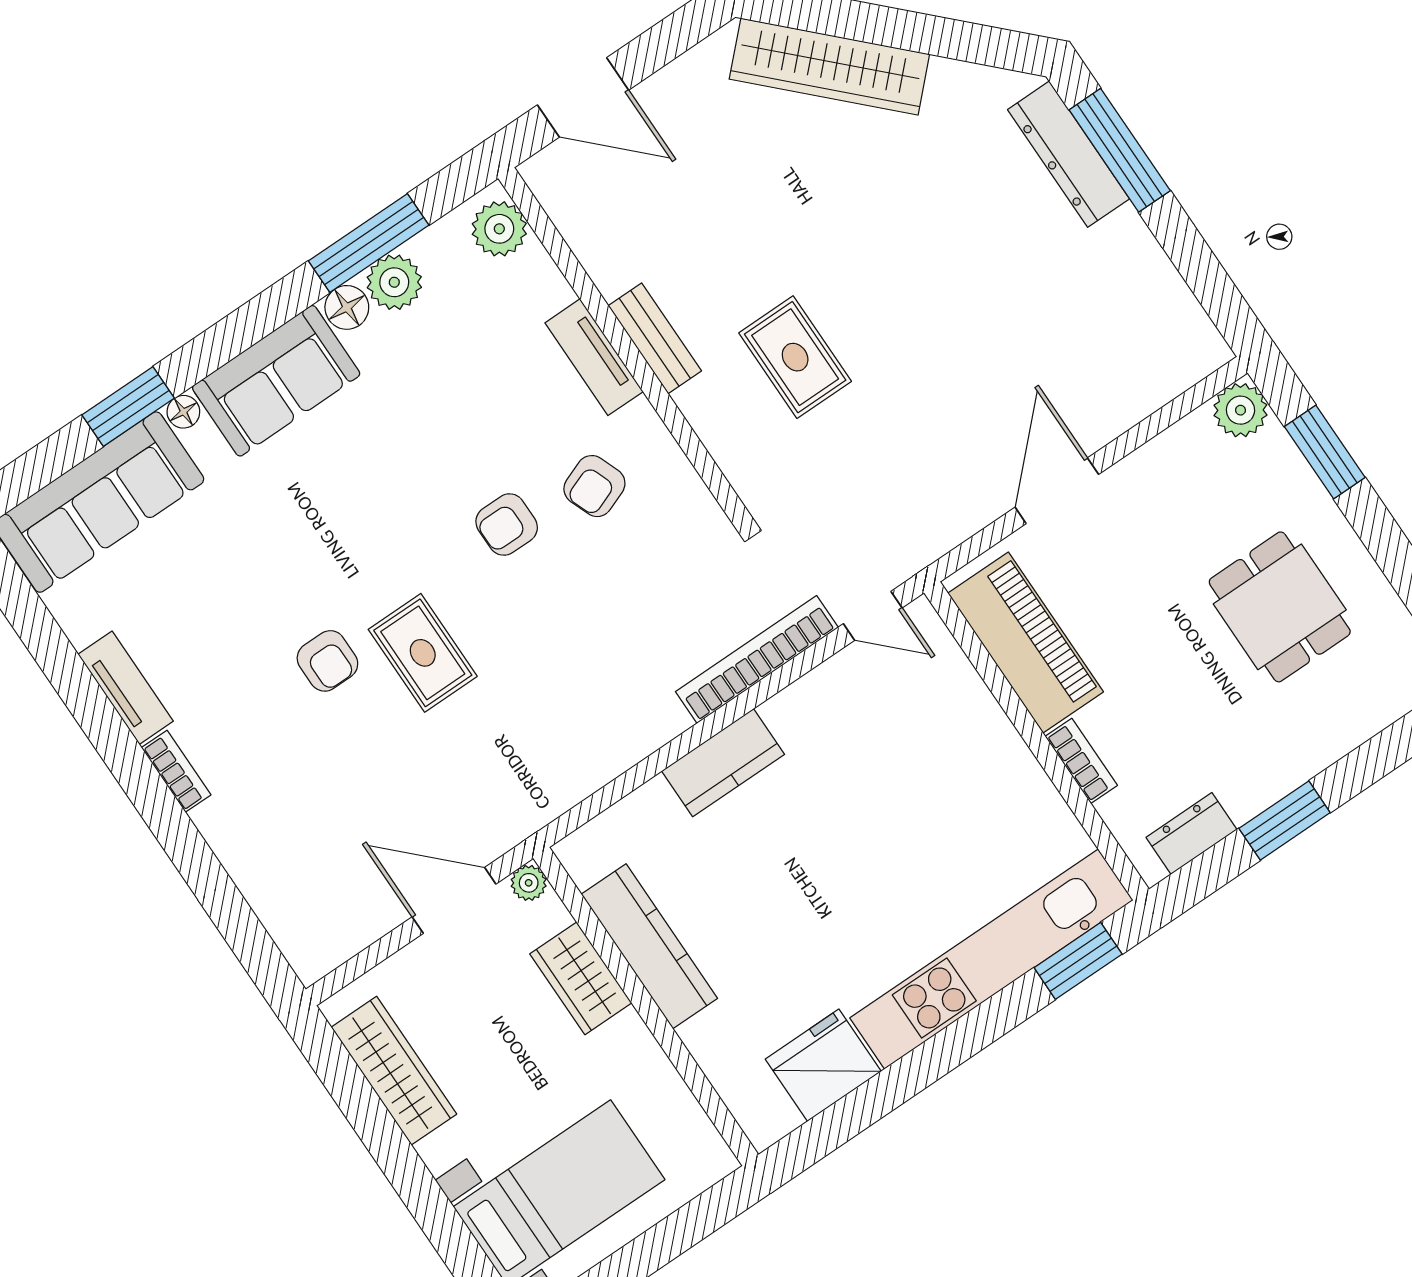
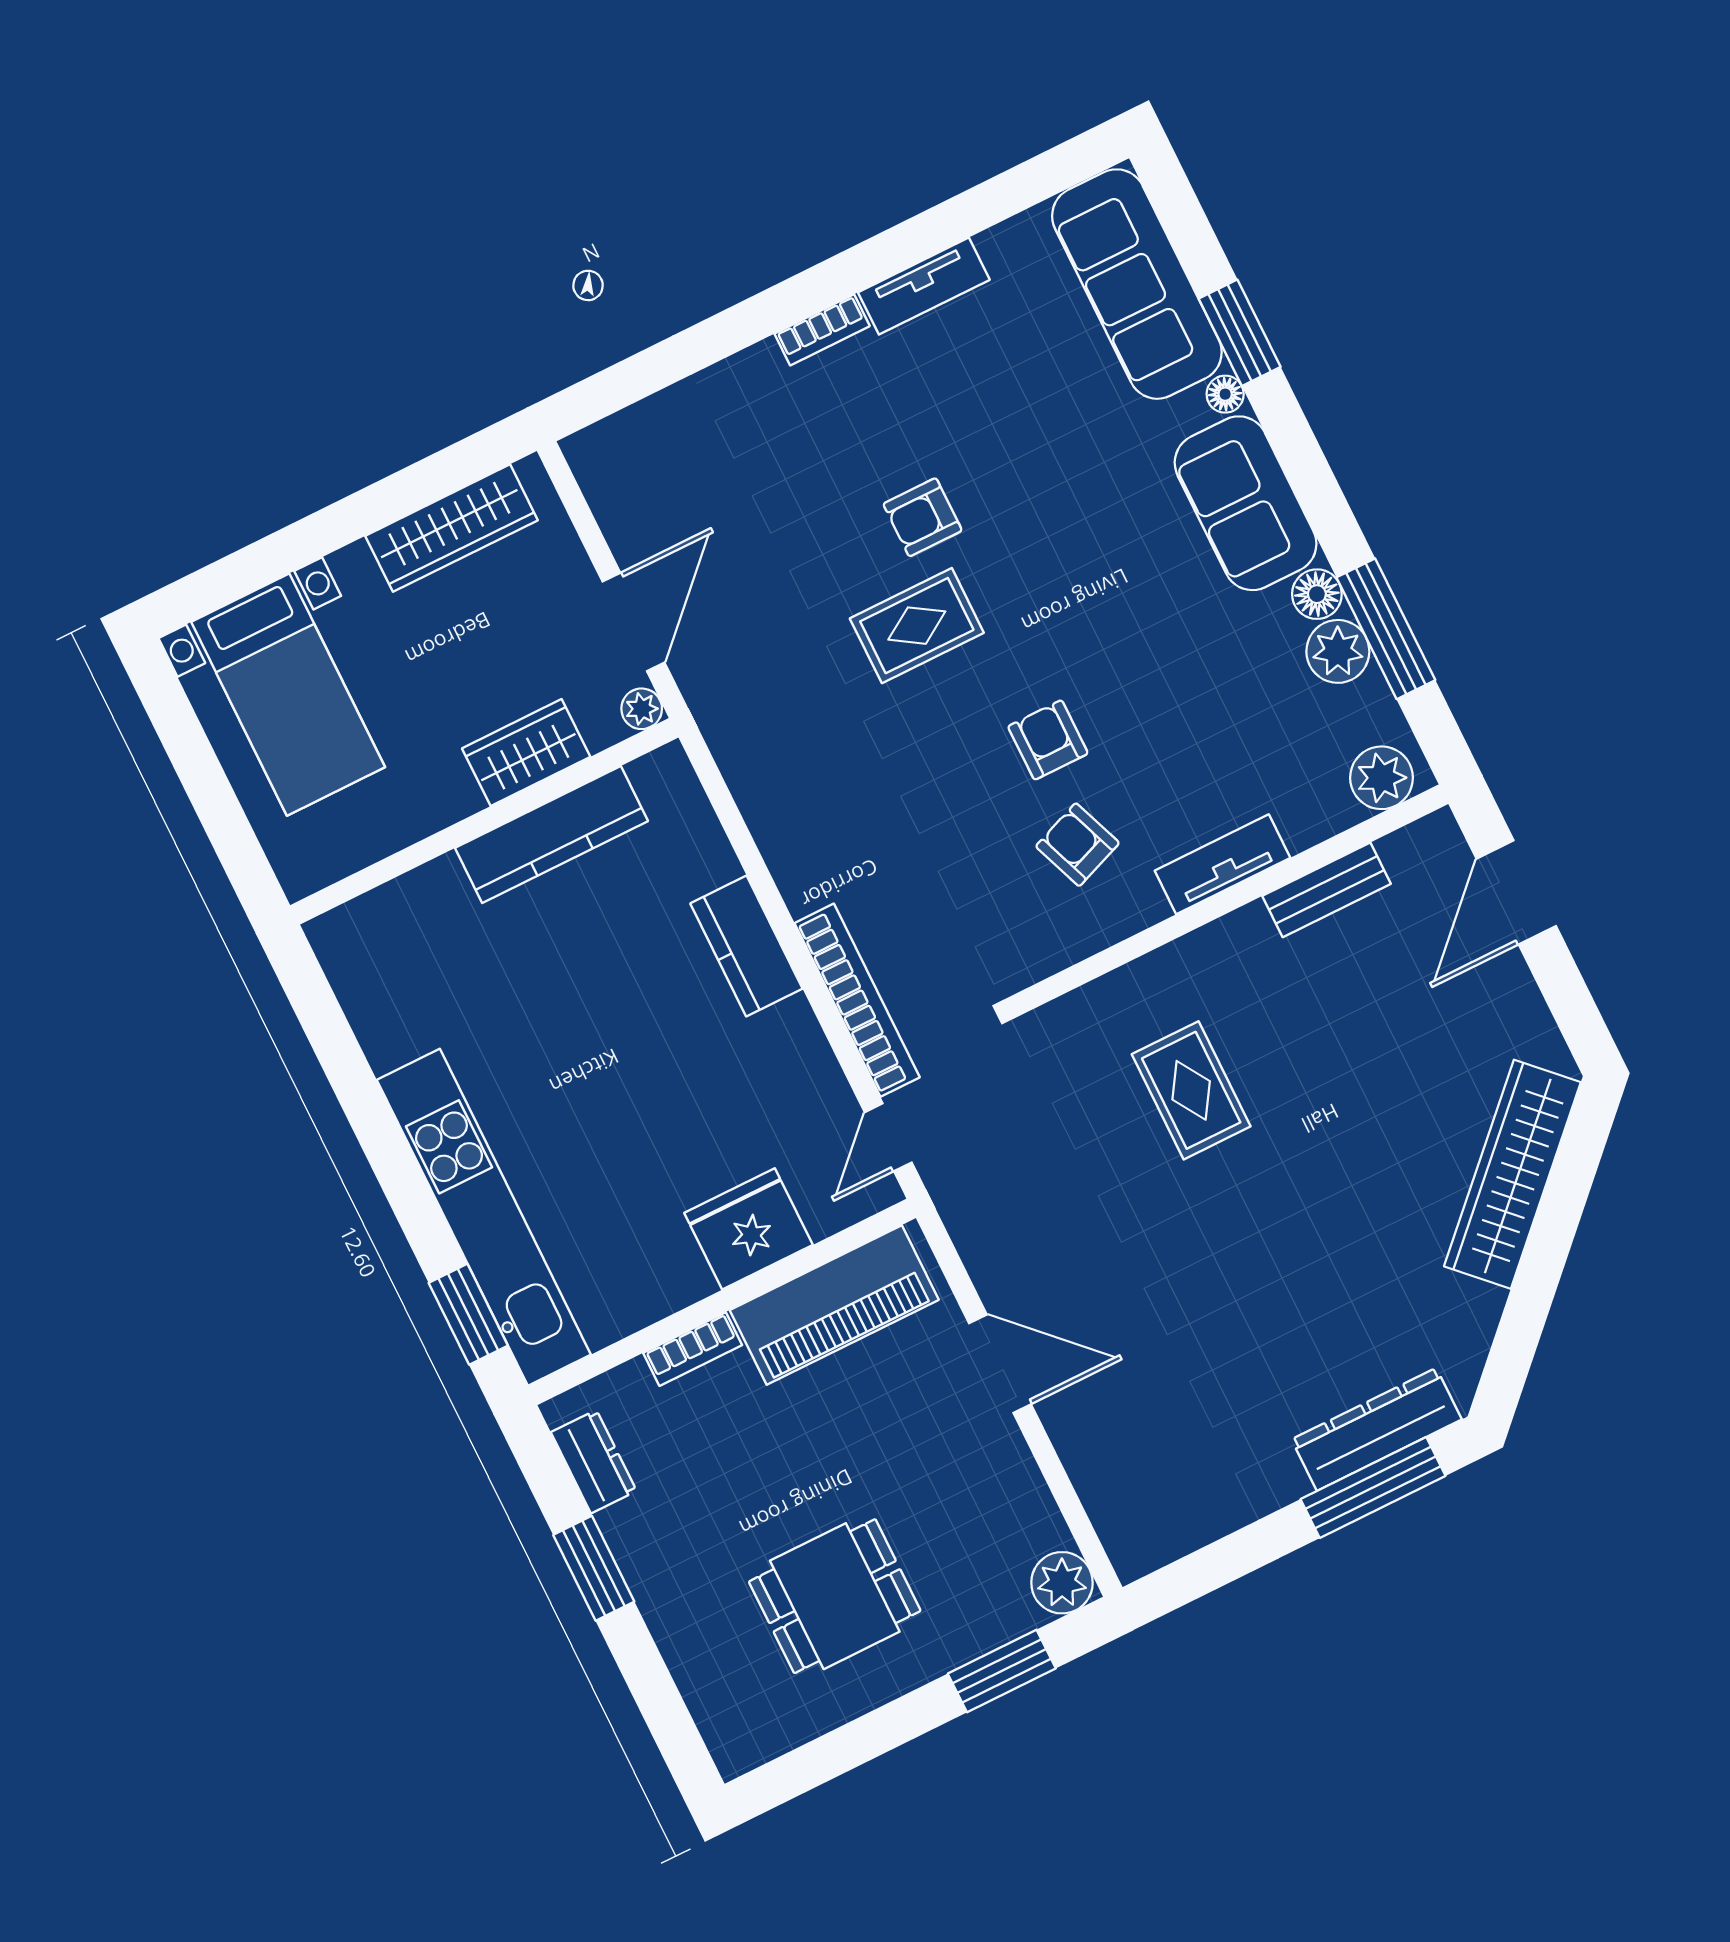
bench: (655, 338) -> (1327, 890), moved
rug: (795, 357) -> (1191, 1090), turned 90
fridge: (823, 1065) -> (748, 1229), moved, turned -90

